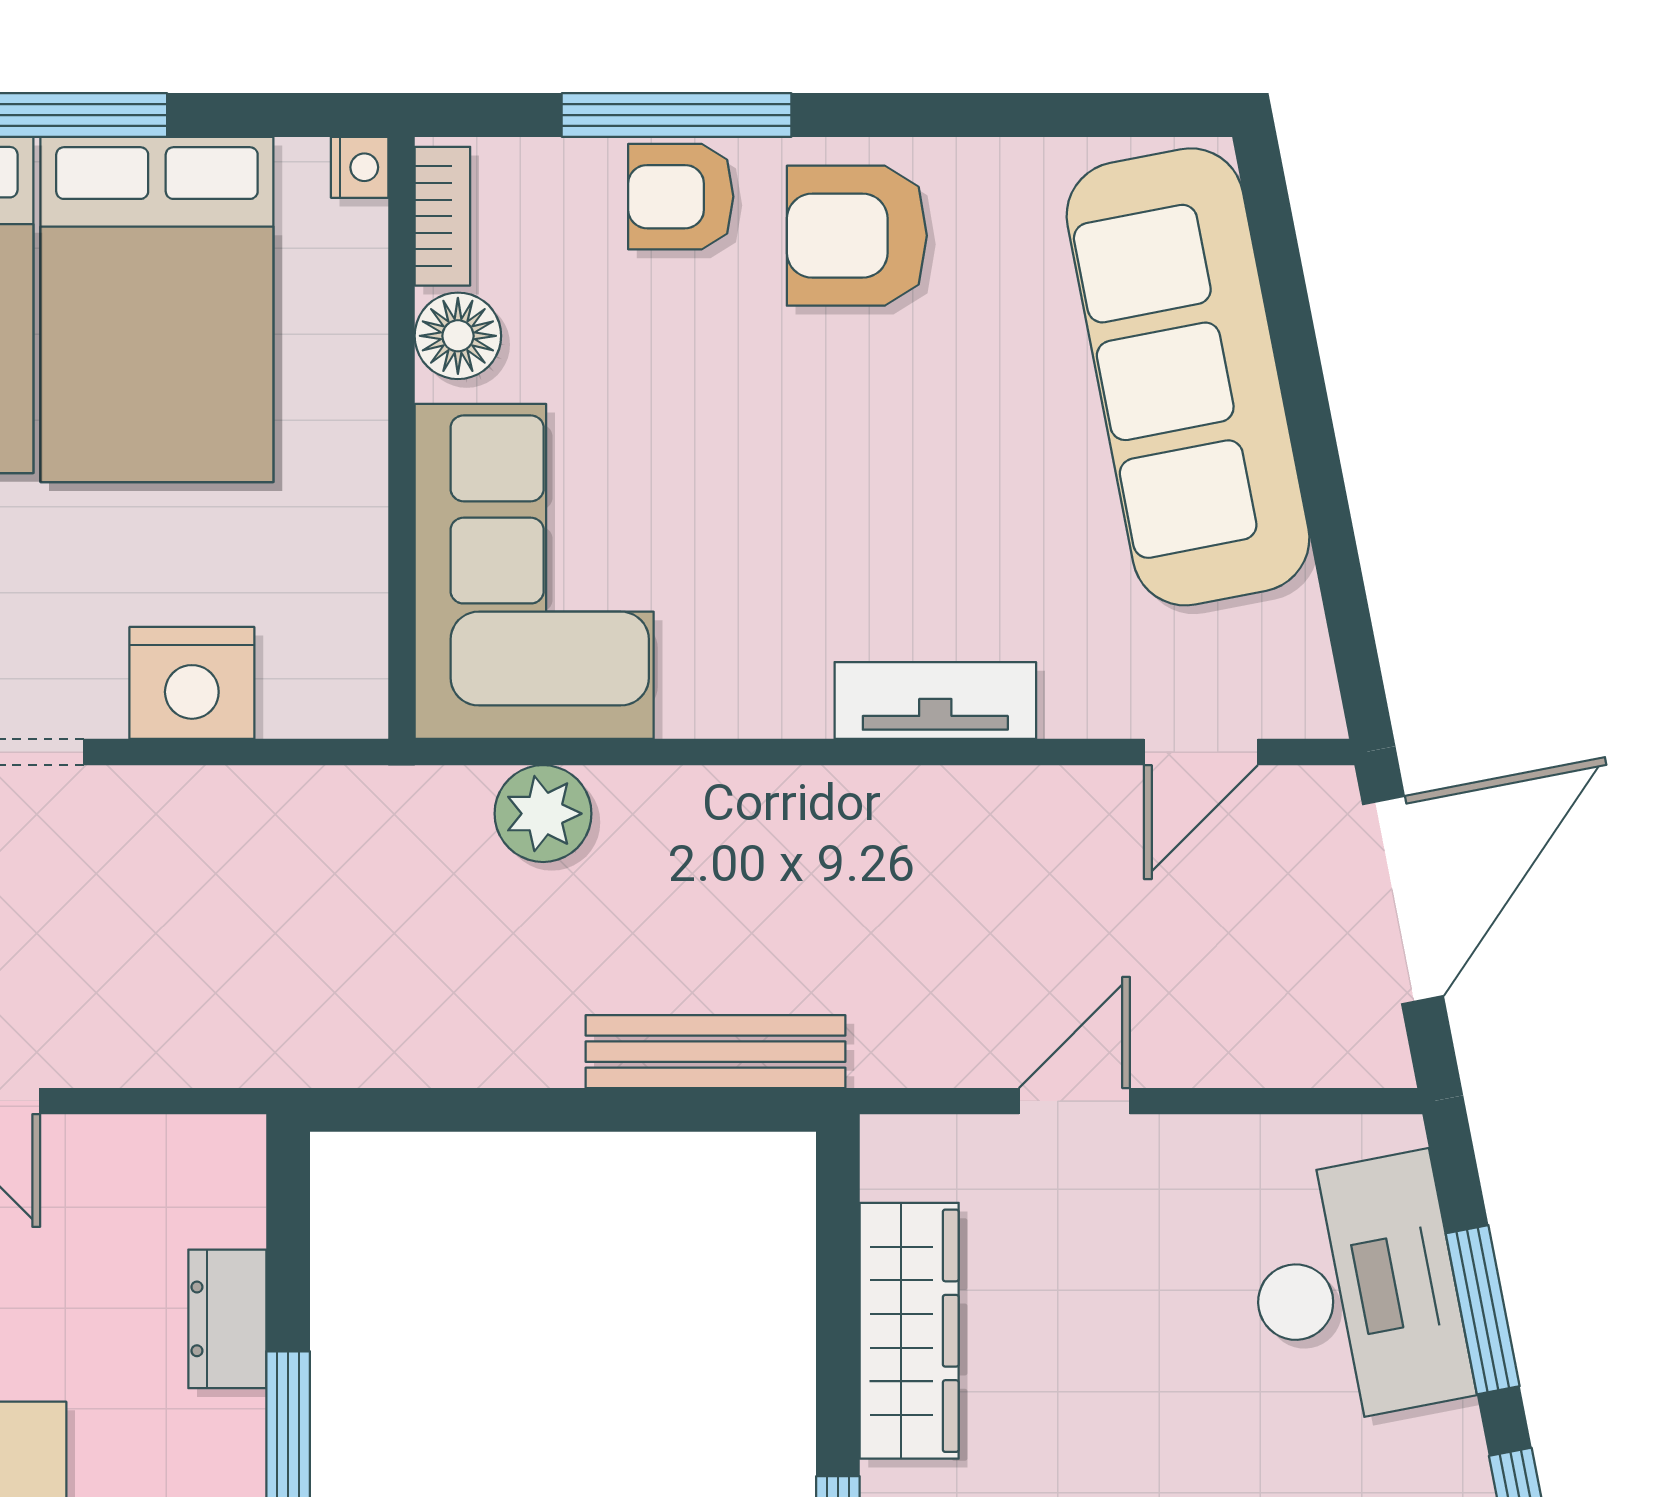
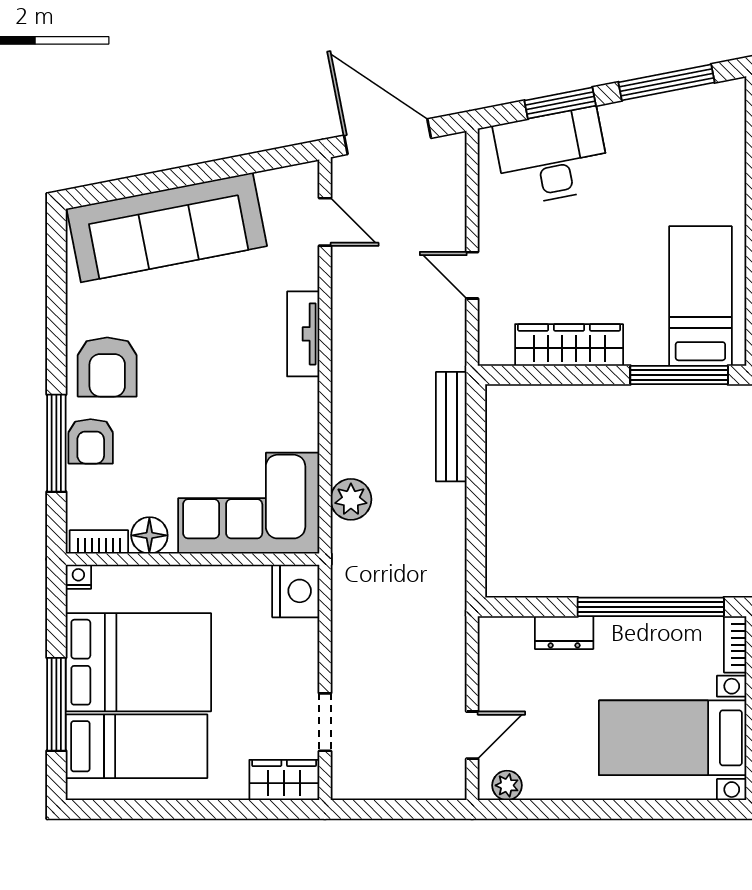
nightstand: (192, 683) -> (296, 591), moved

